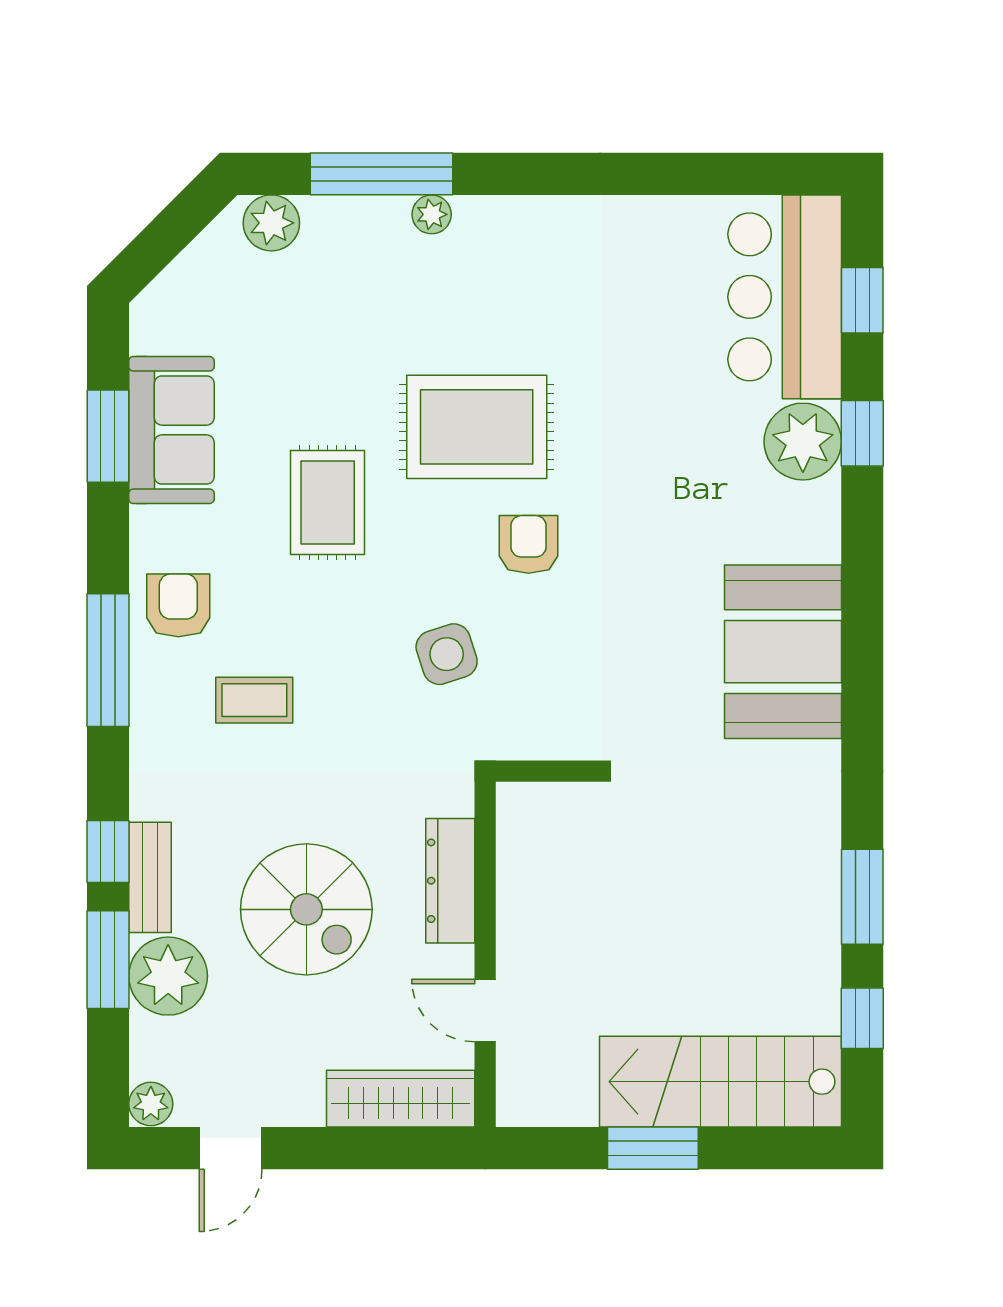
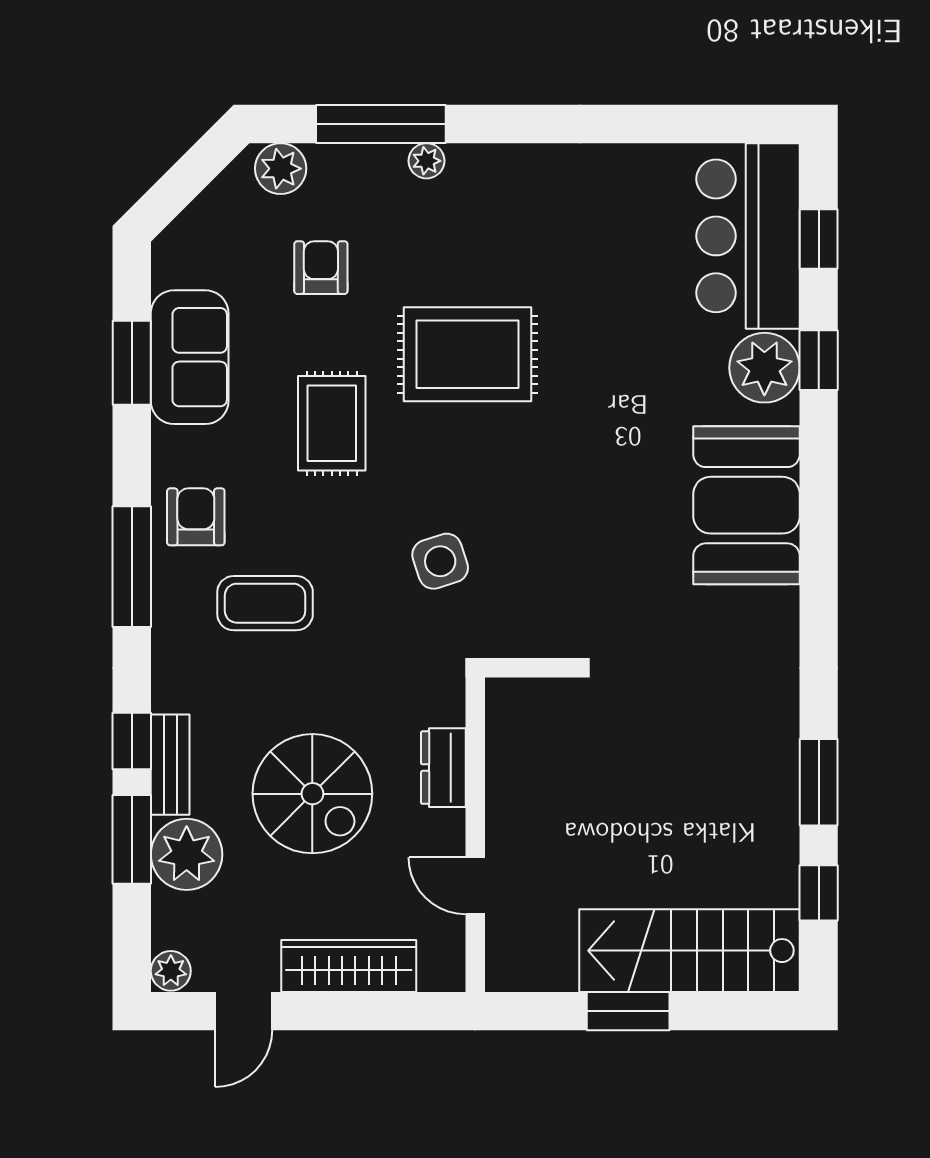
armchair: (528, 544) -> (321, 268), moved
booth: (783, 652) -> (747, 505), moved
coffee table: (254, 700) -> (265, 603), width x1.36, depth x1.30
dresser: (450, 881) -> (443, 768), width x0.70
wardrobe: (401, 1099) -> (349, 966), moved

